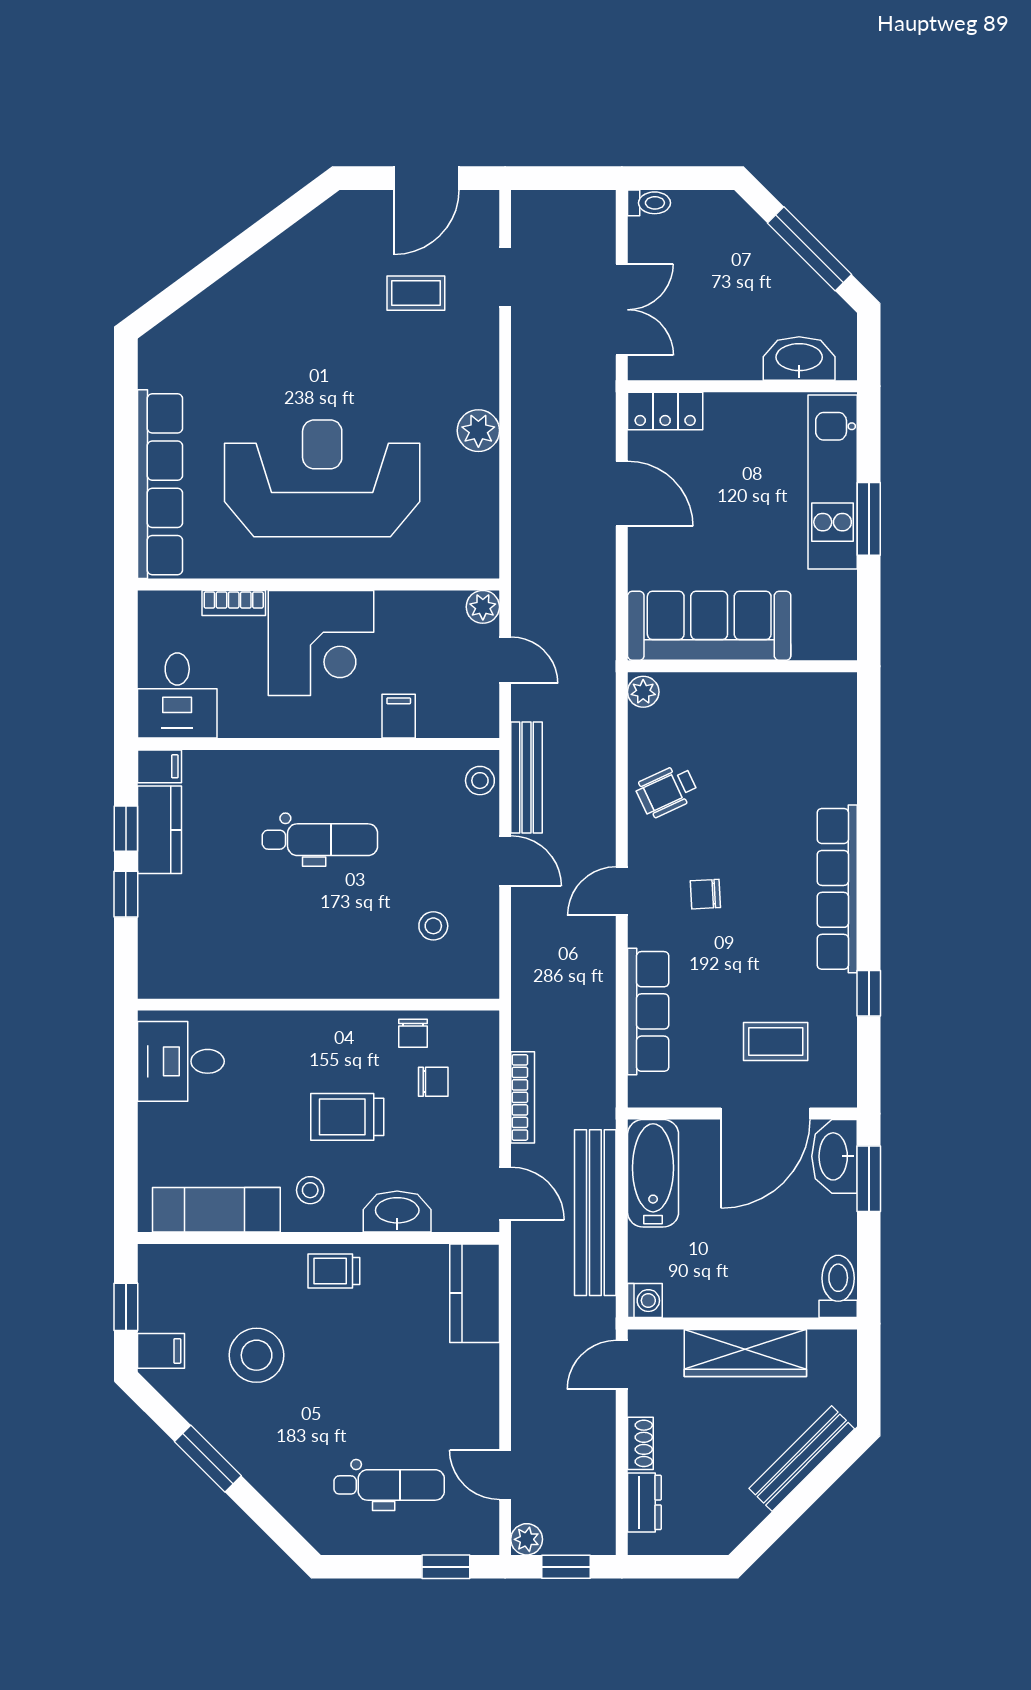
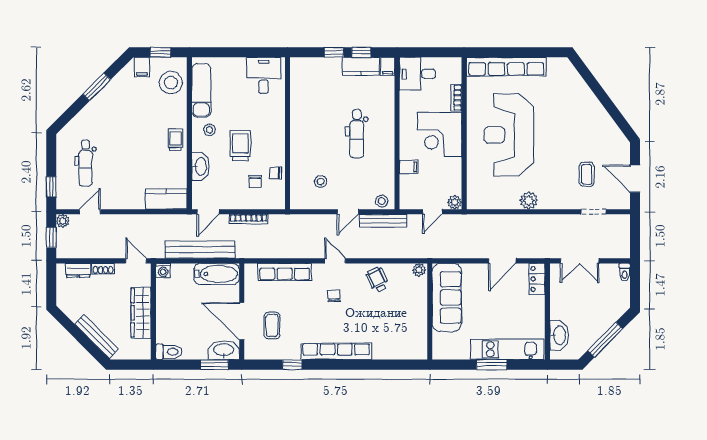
reception desk: (322, 478) -> (509, 135), turned 180
stool: (257, 1355) -> (171, 83), moved

